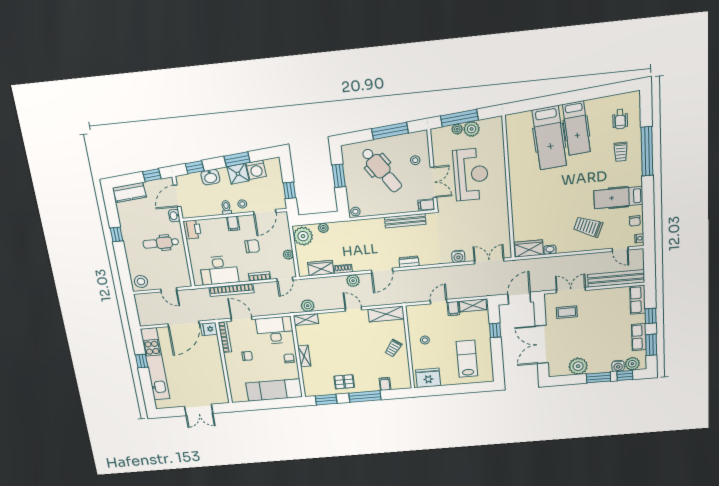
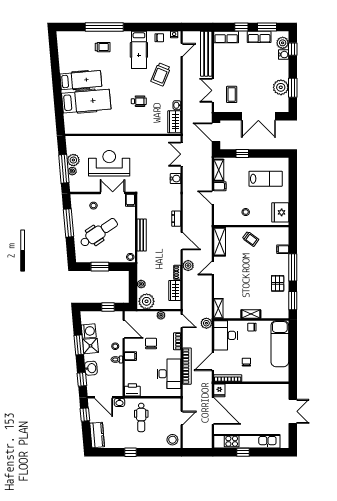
wheelchair: (620, 119) -> (139, 101), moved
bench: (405, 221) -> (142, 235), moved
plant: (308, 306) -> (206, 323), moved
lab bench: (467, 359) -> (266, 179), turned 180
window: (598, 378) -> (293, 88), moved

